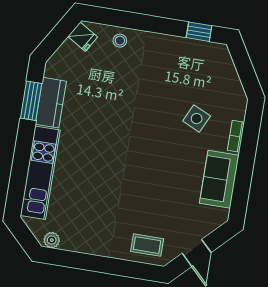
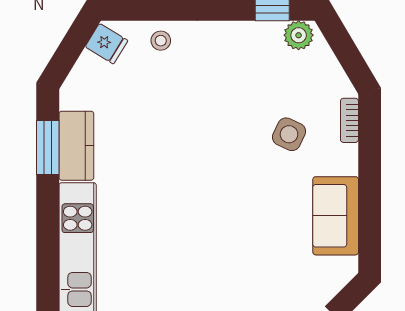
plant: (214, 52) -> (299, 35), added
bookcase: (236, 136) -> (349, 120), moved

